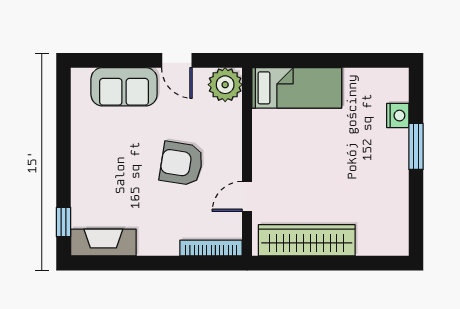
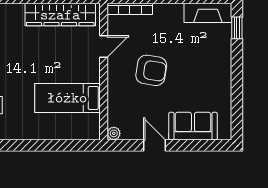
plant: (225, 85) -> (114, 133), width x0.53, depth x0.53
bed: (297, 88) -> (67, 98), moved

